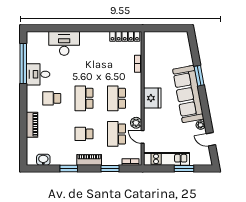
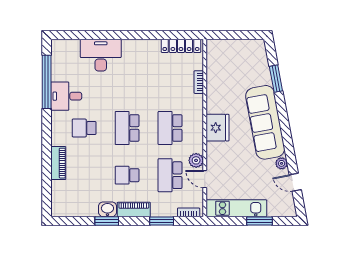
window: (199, 76) -> (276, 79), moved
washbasin: (43, 160) -> (107, 209), moved

